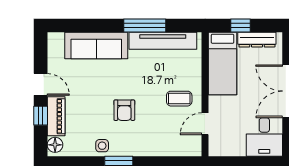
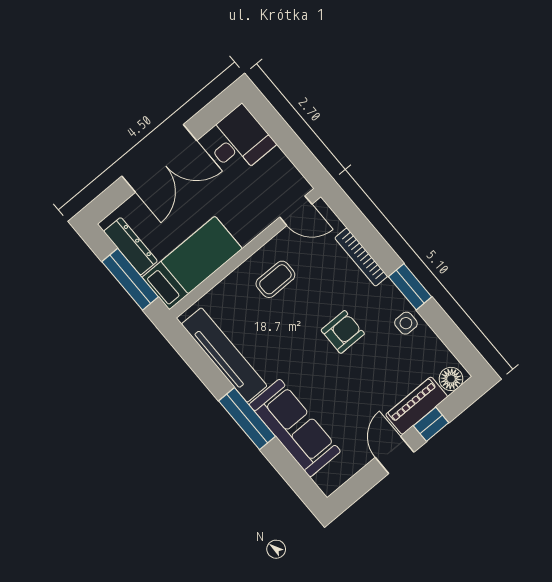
window: (145, 25) -> (247, 419), moved
window: (241, 25) -> (130, 279), width x2.17
coffee table: (179, 99) -> (275, 279), turned 90
door: (205, 124) -> (296, 211), moved
bookcase: (154, 151) -> (361, 257), added

